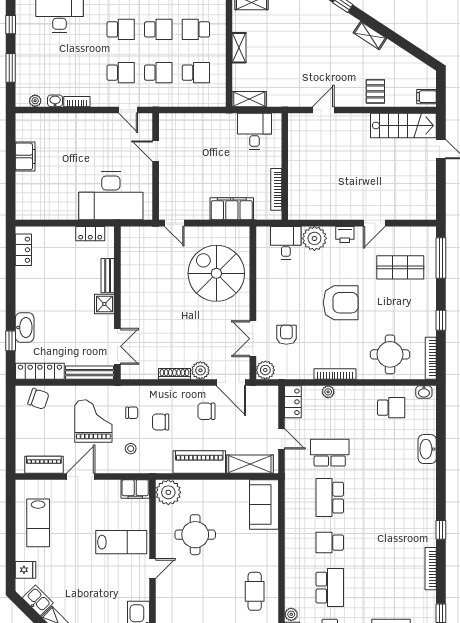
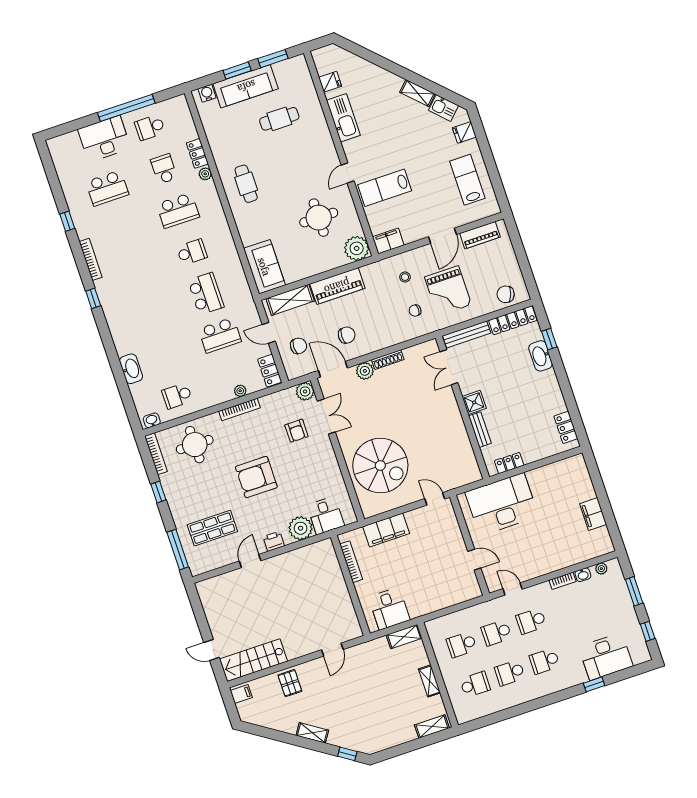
chair: (161, 422) -> (298, 346), moved
school desk: (330, 588) -> (178, 211), turned -90

